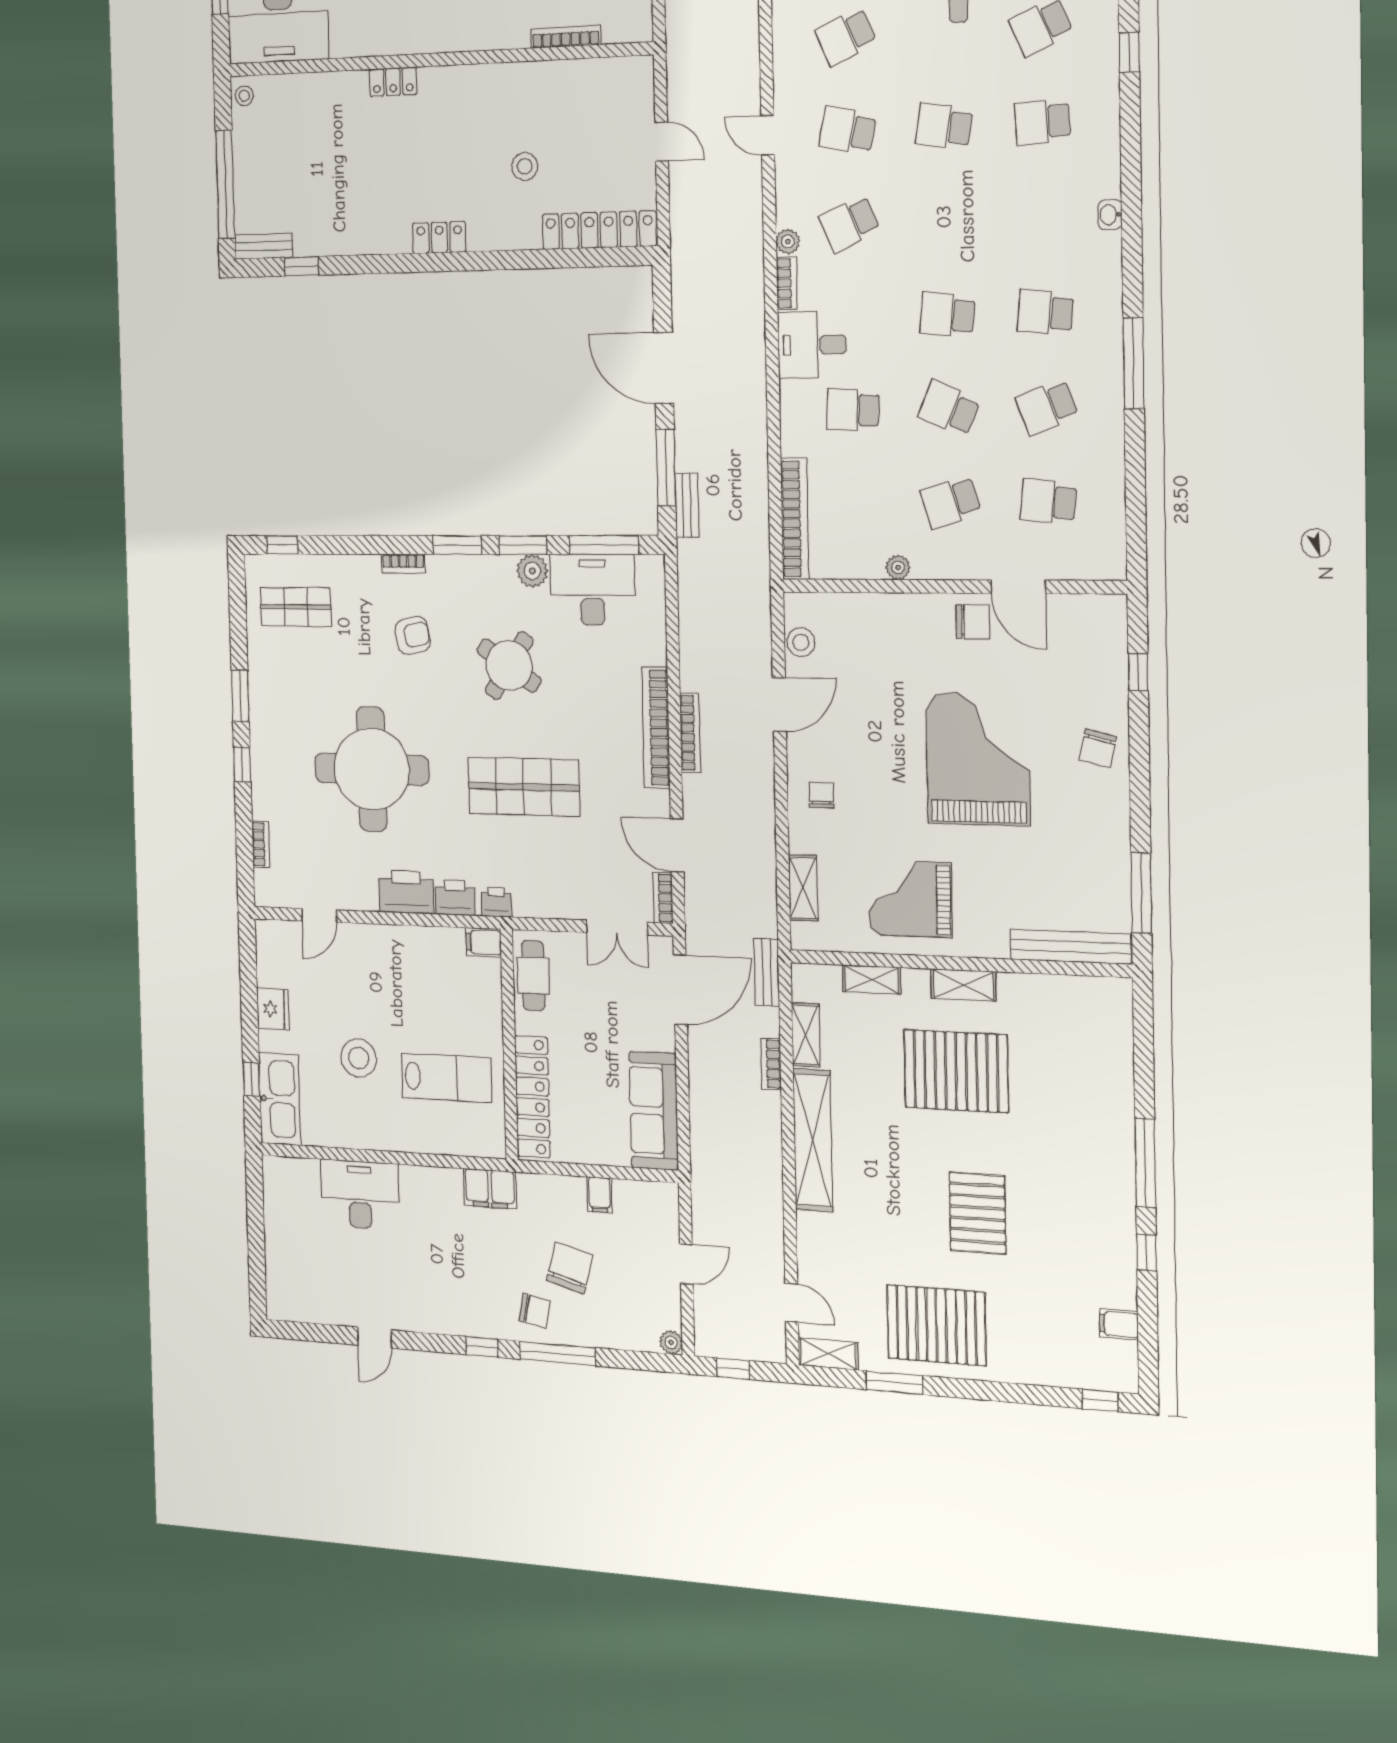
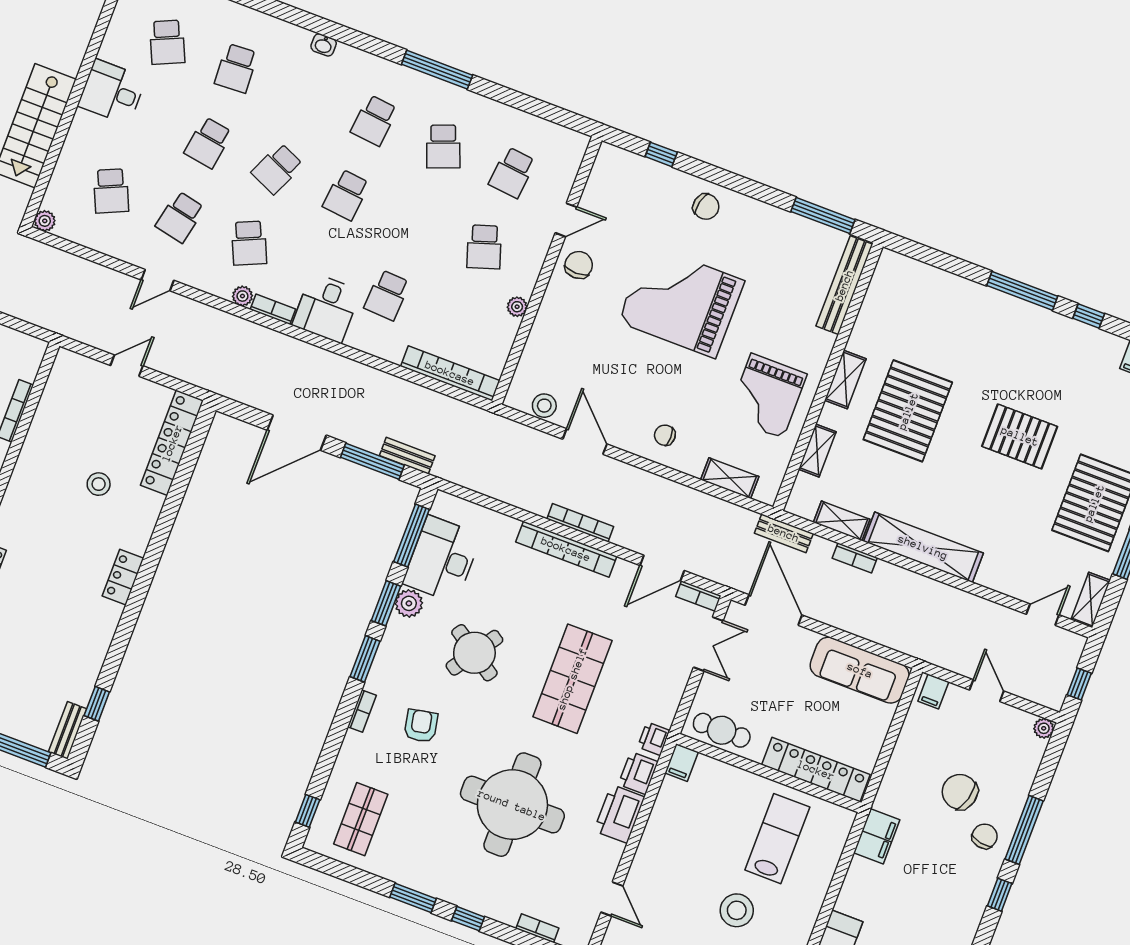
school desk: (949, 408) -> (277, 169), moved
door: (1018, 587) -> (566, 220), width x0.73
filing cabinet: (599, 1195) -> (933, 692), moved, turned 90

